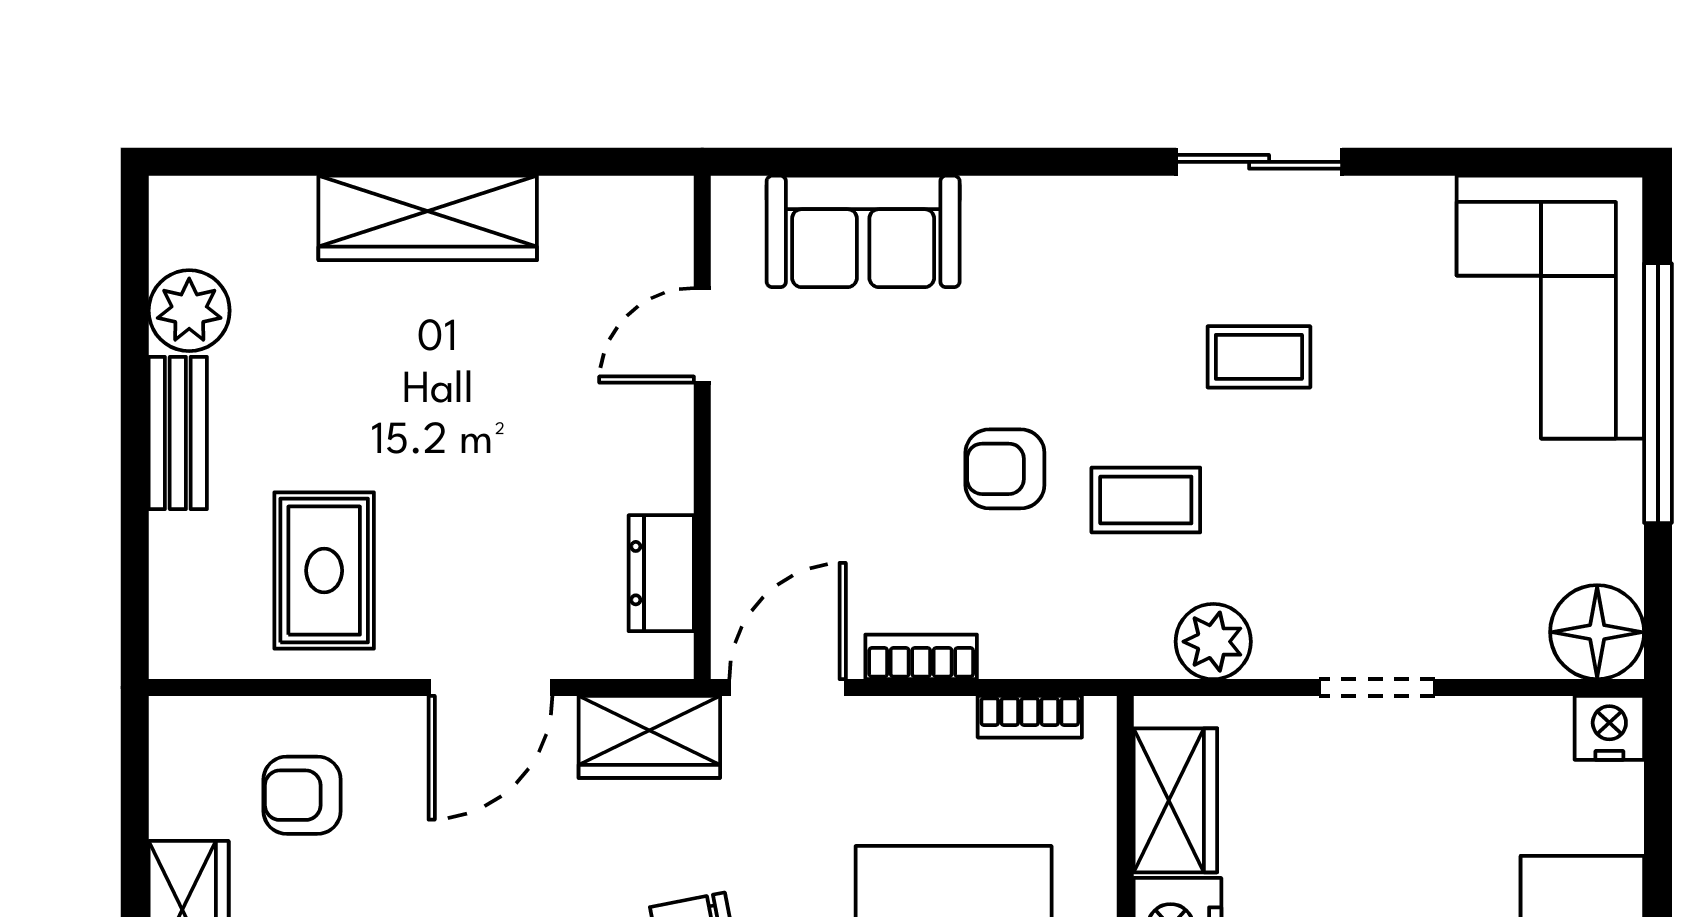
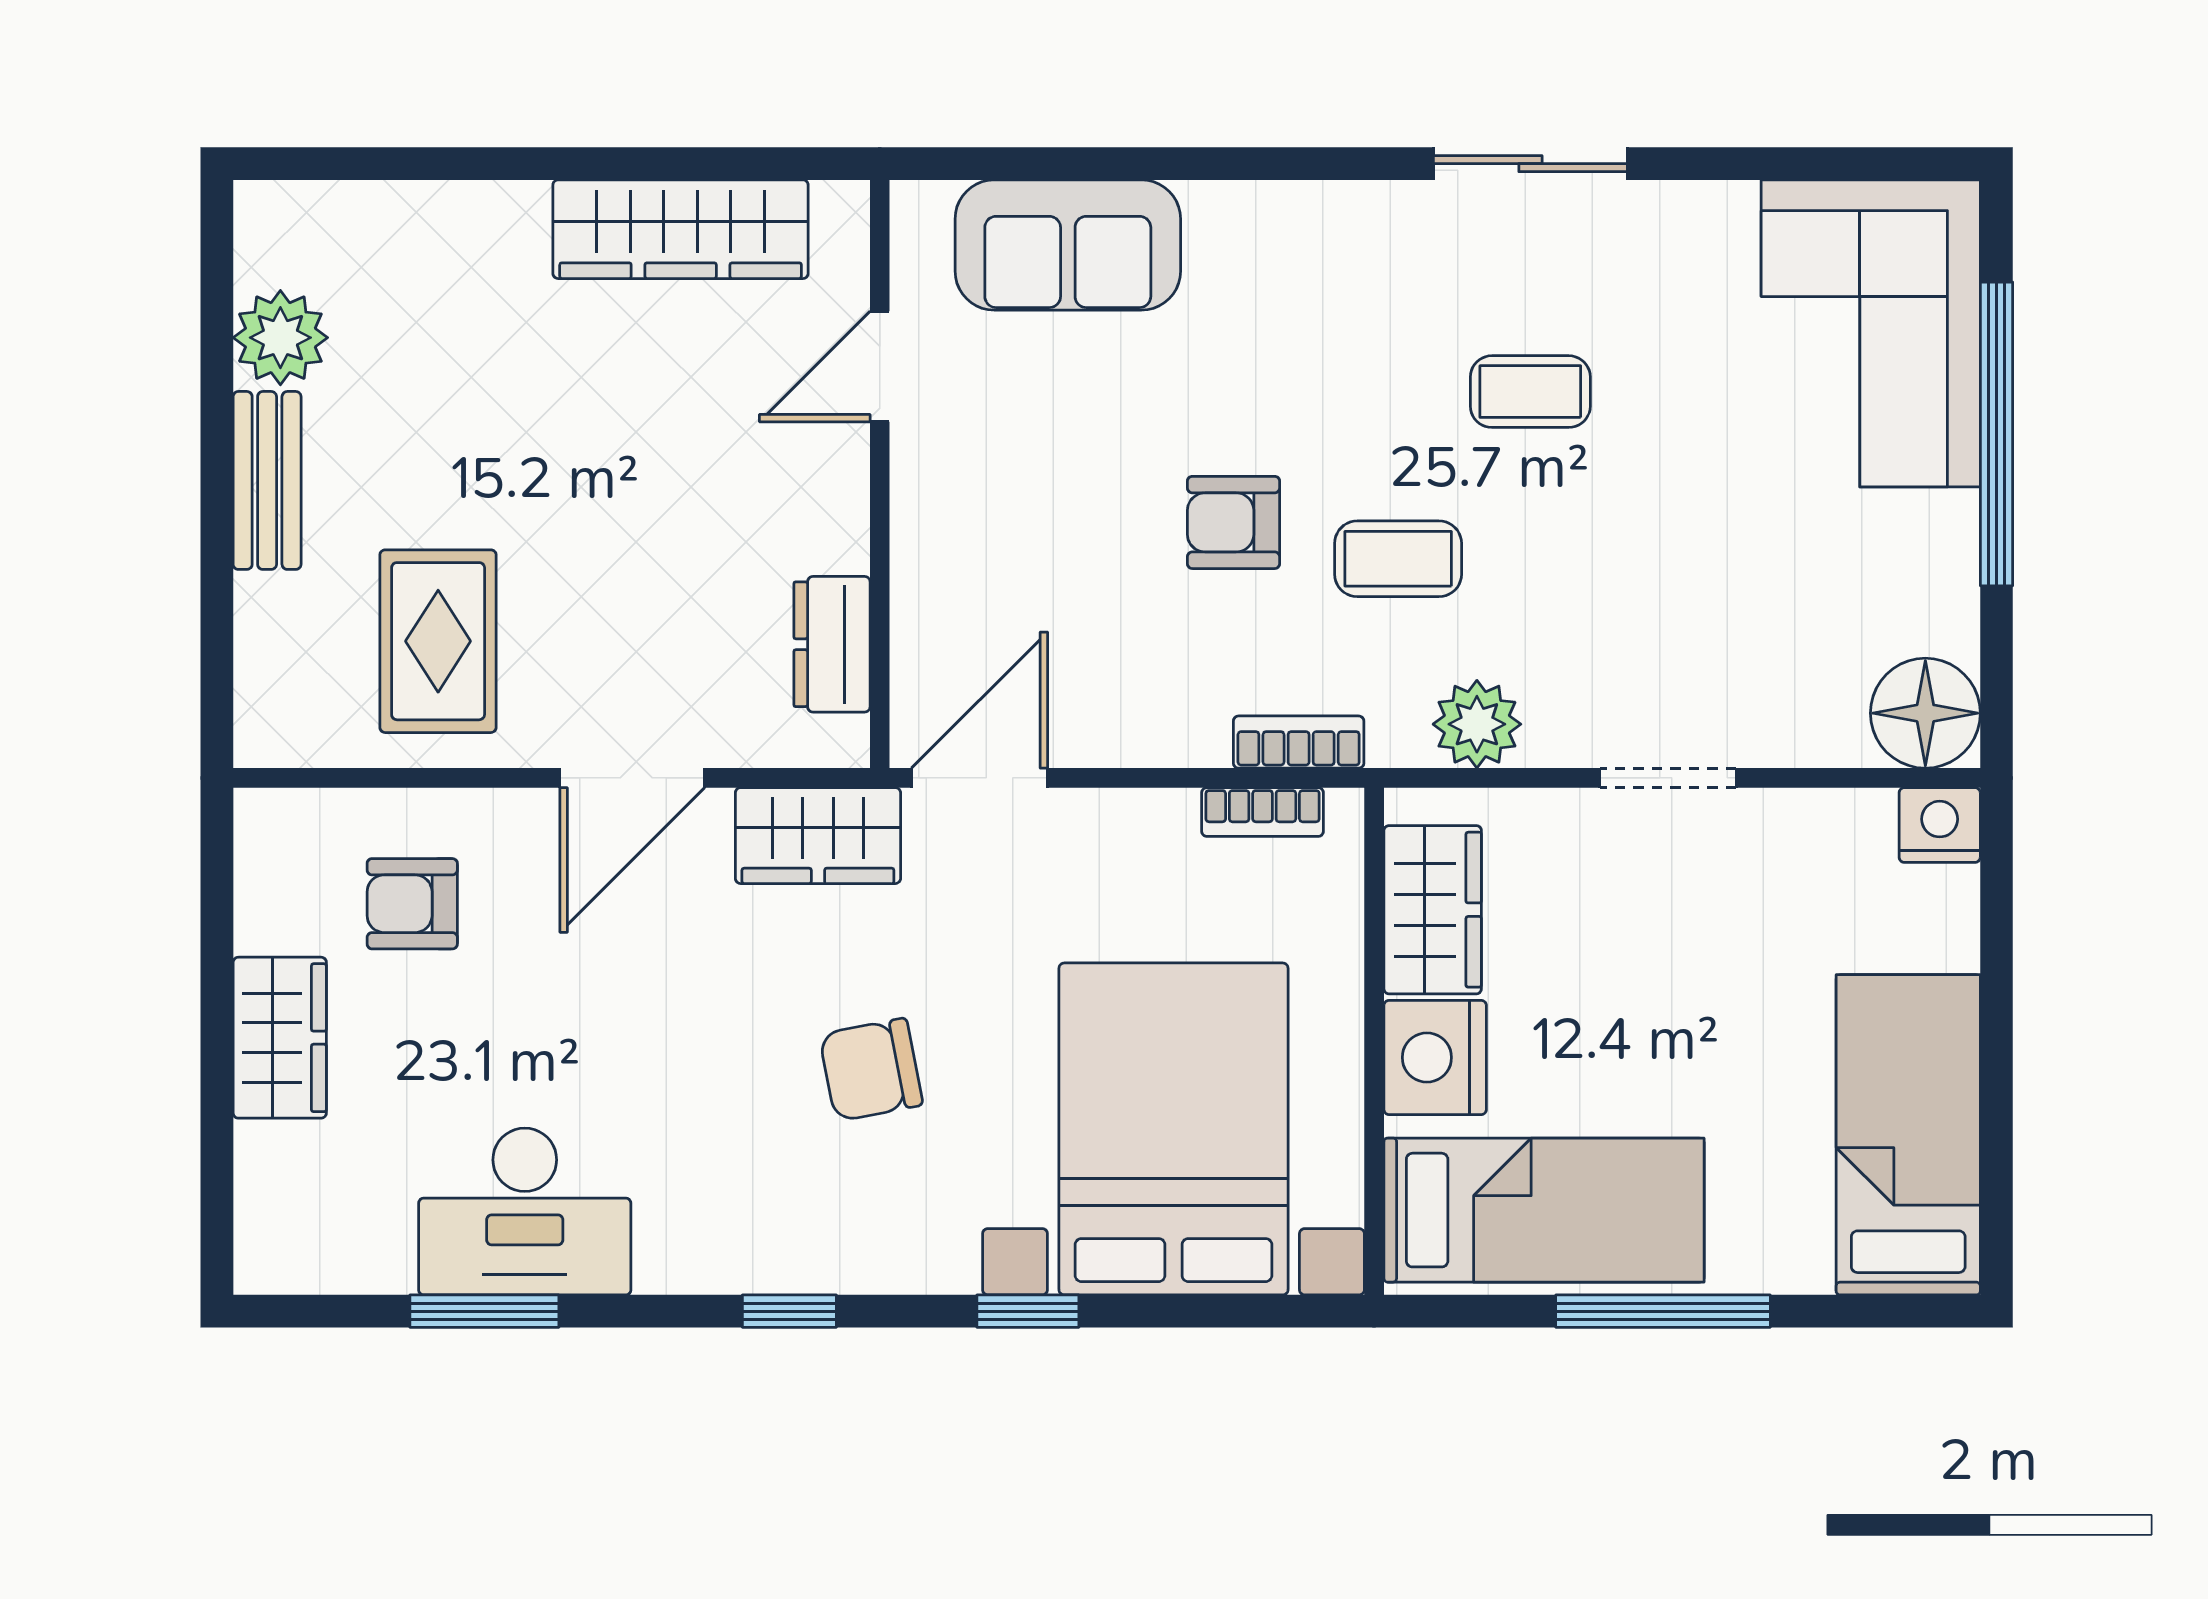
wardrobe: (428, 218) -> (681, 229), moved
bookcase: (921, 657) -> (1299, 742), moved

